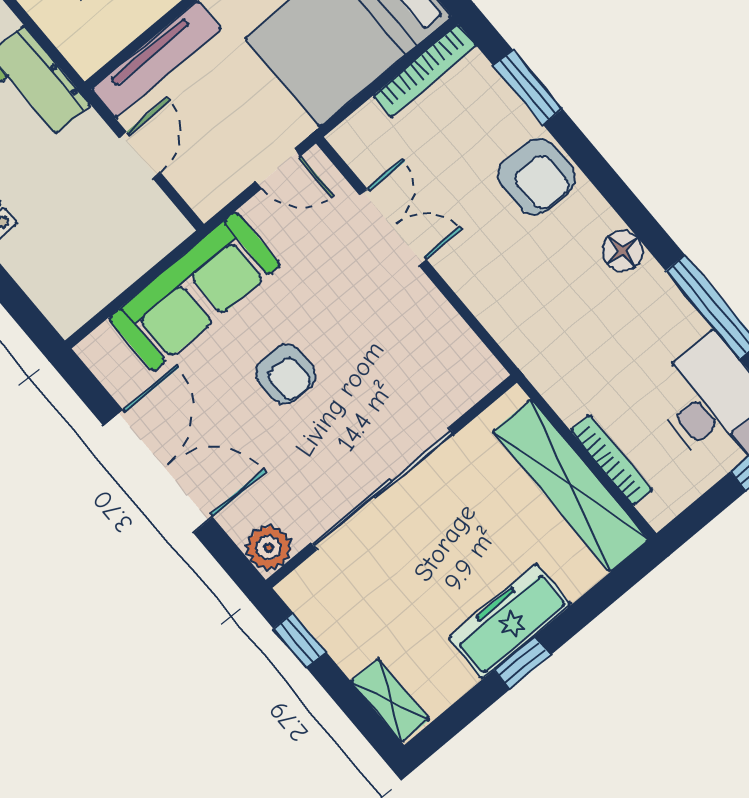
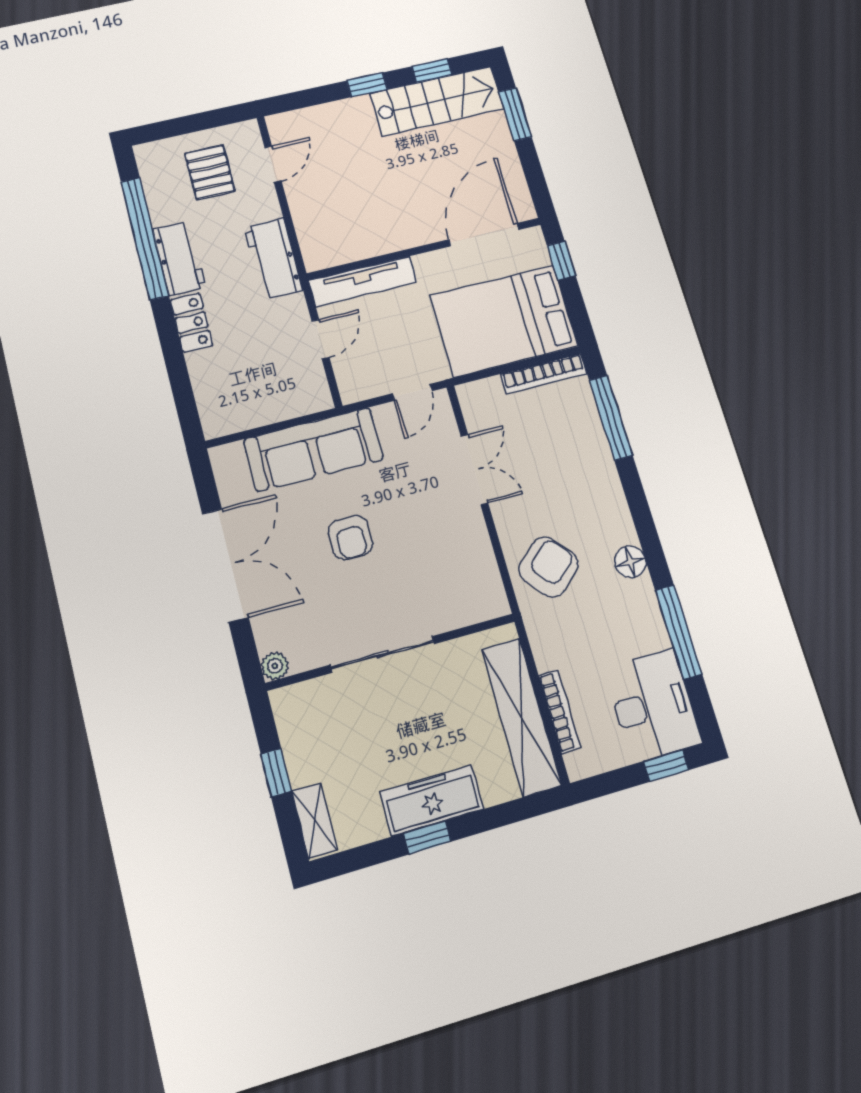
window: (528, 87) -> (611, 418), width x1.44
door: (278, 168) -> (412, 392), hinge flipped
armchair: (537, 176) -> (548, 567), moved, turned -131
sliding door: (383, 489) -> (383, 654), width x0.73
plant: (269, 548) -> (275, 666), width x0.73, depth x0.73
window: (300, 640) -> (276, 773), moved

